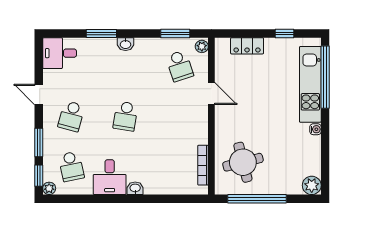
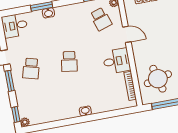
washbasin: (126, 44) -> (48, 13), moved
window: (39, 143) -> (10, 81), moved
school desk: (71, 166) -> (38, 104), removed
desk: (110, 177) -> (117, 61), moved, turned -90

